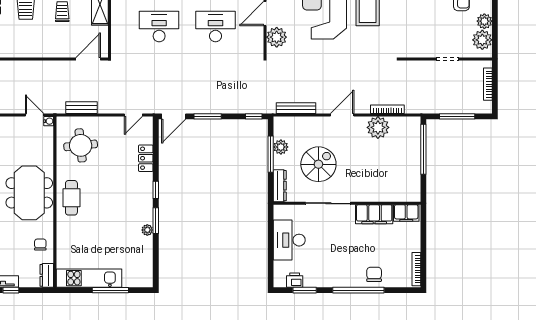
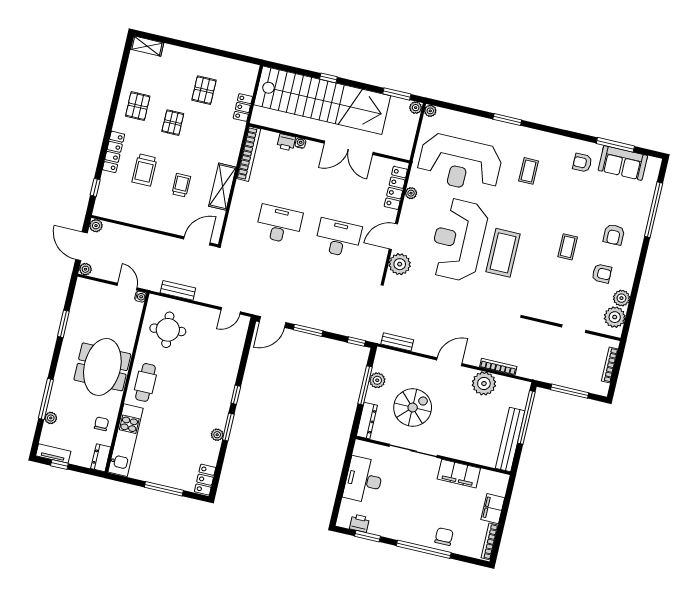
bench: (296, 108) -> (397, 342), width x0.73
locker: (146, 158) -> (205, 480), moved
bench: (413, 173) -> (510, 440), added
filing cabinet: (406, 213) -> (493, 509), moved, turned 90
kitchen unit: (89, 278) -> (125, 440), moved, turned 90

